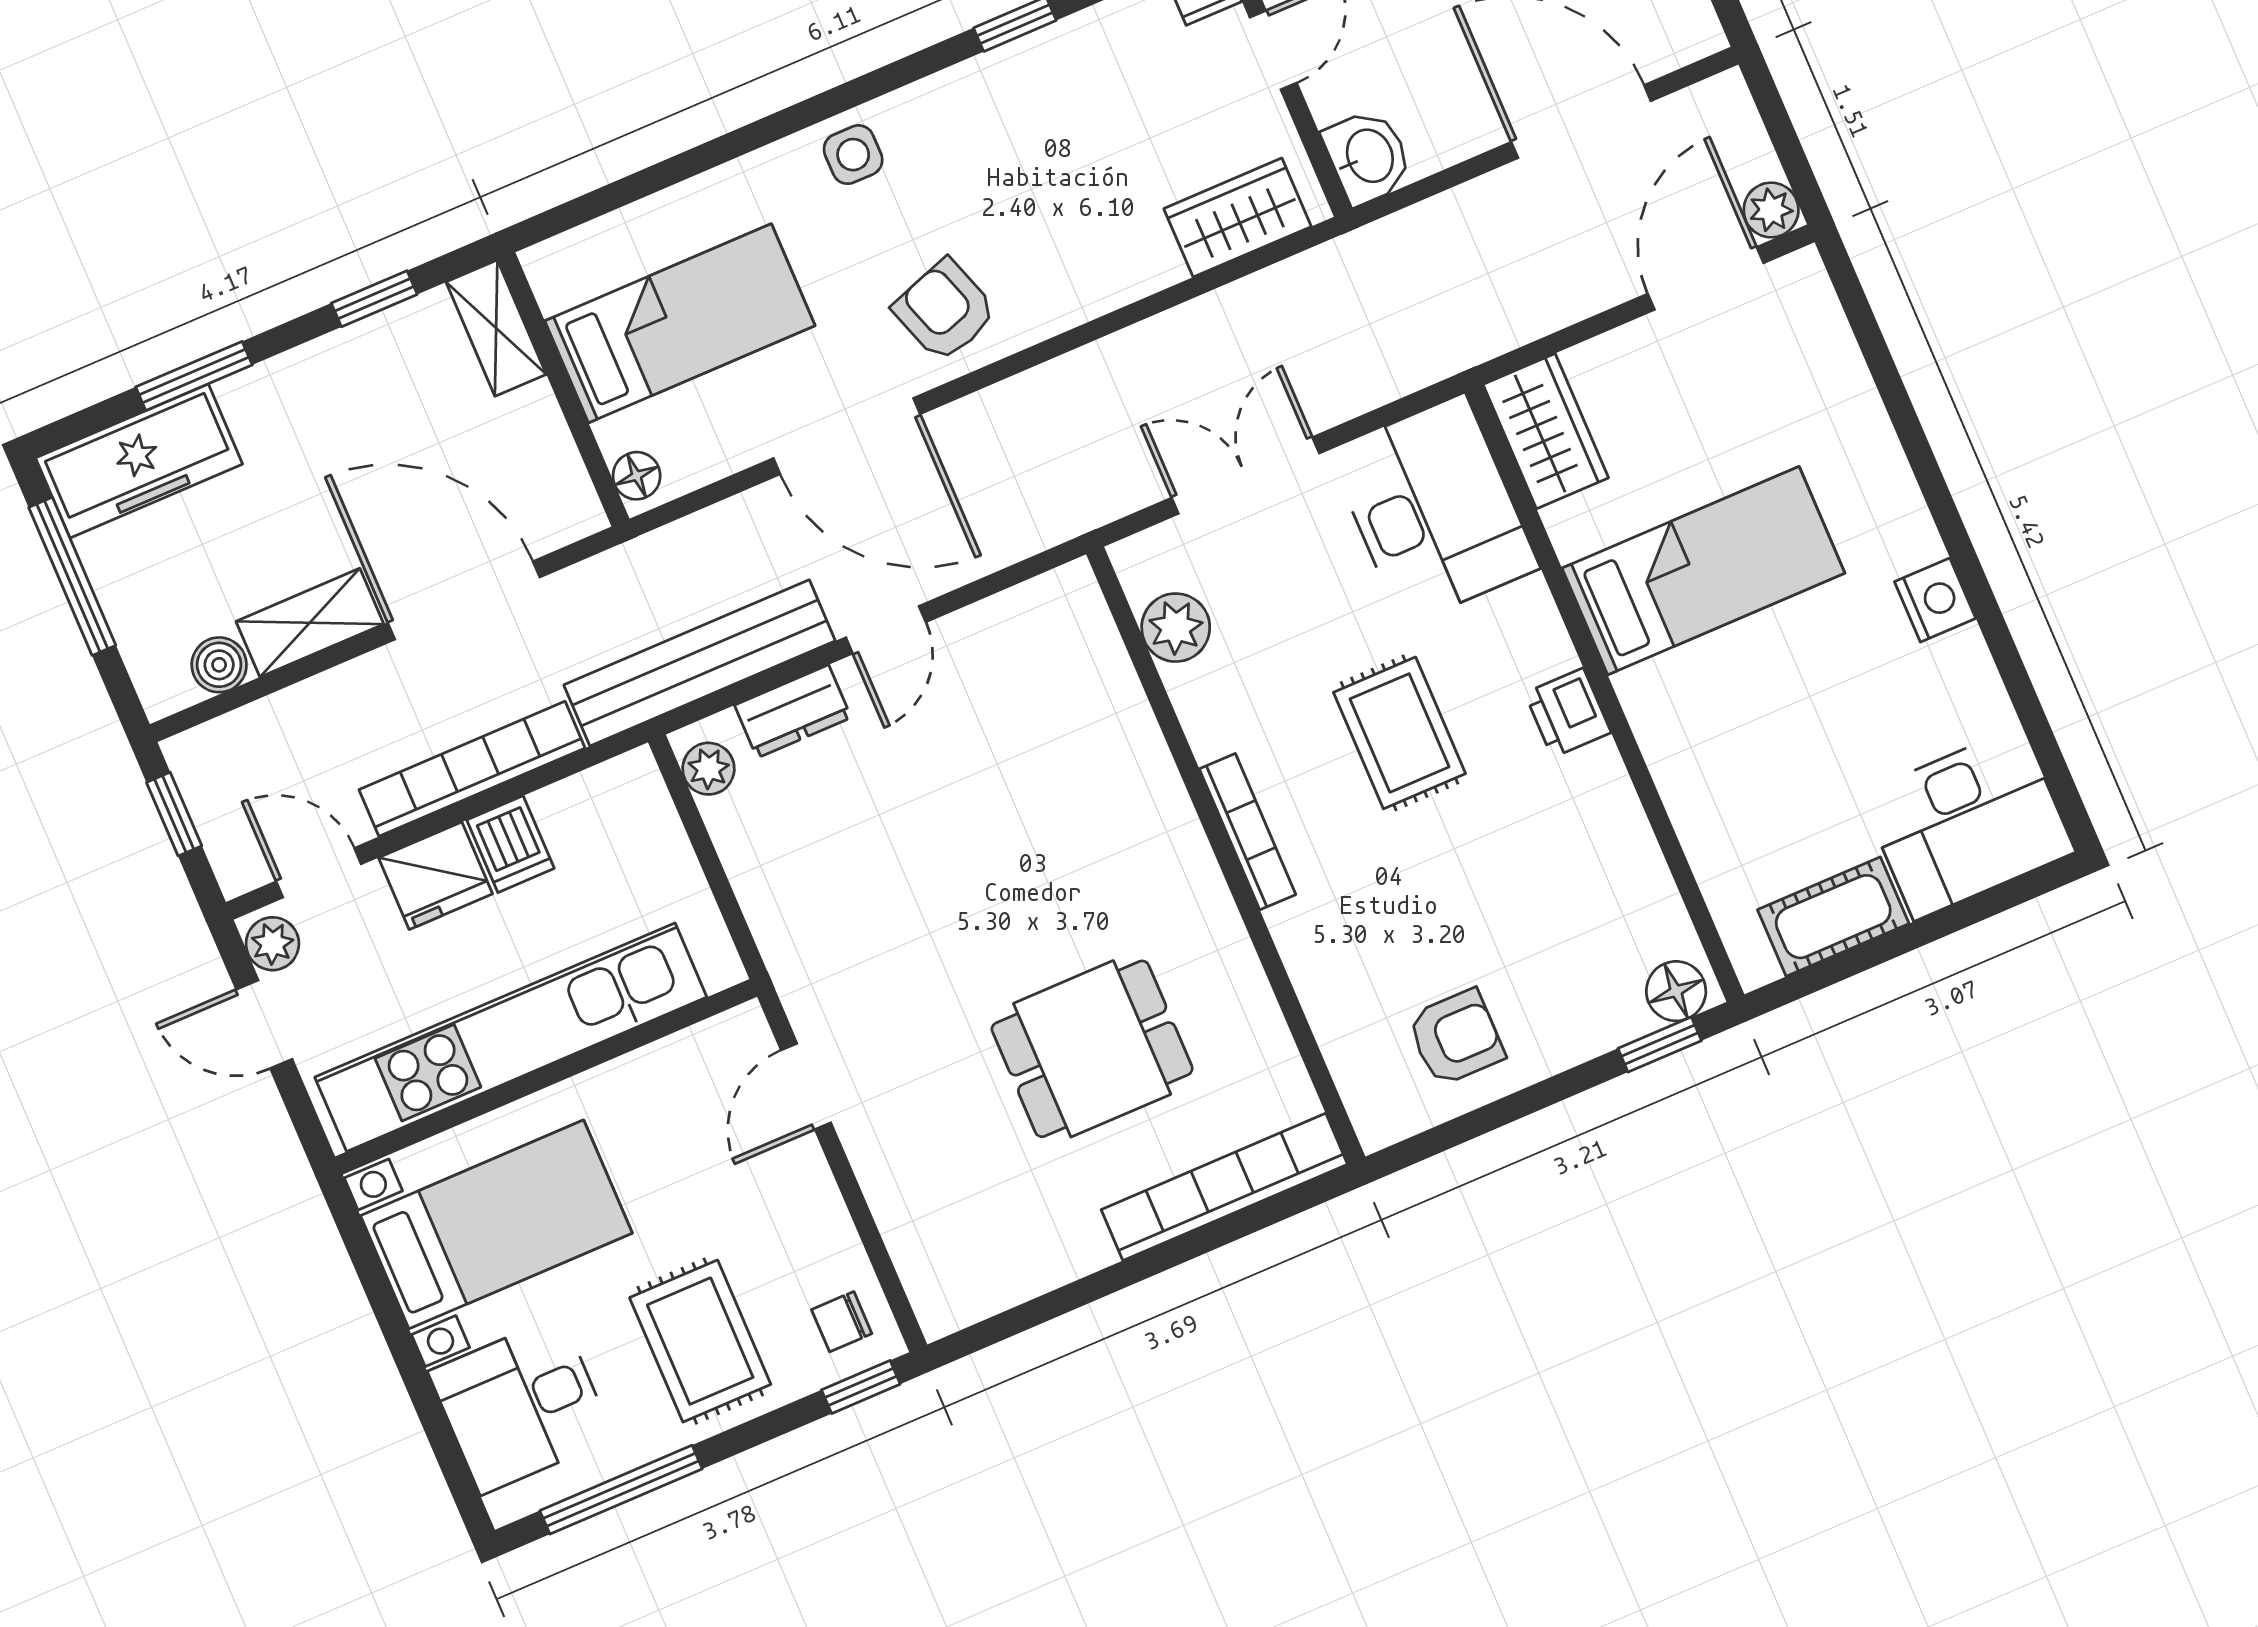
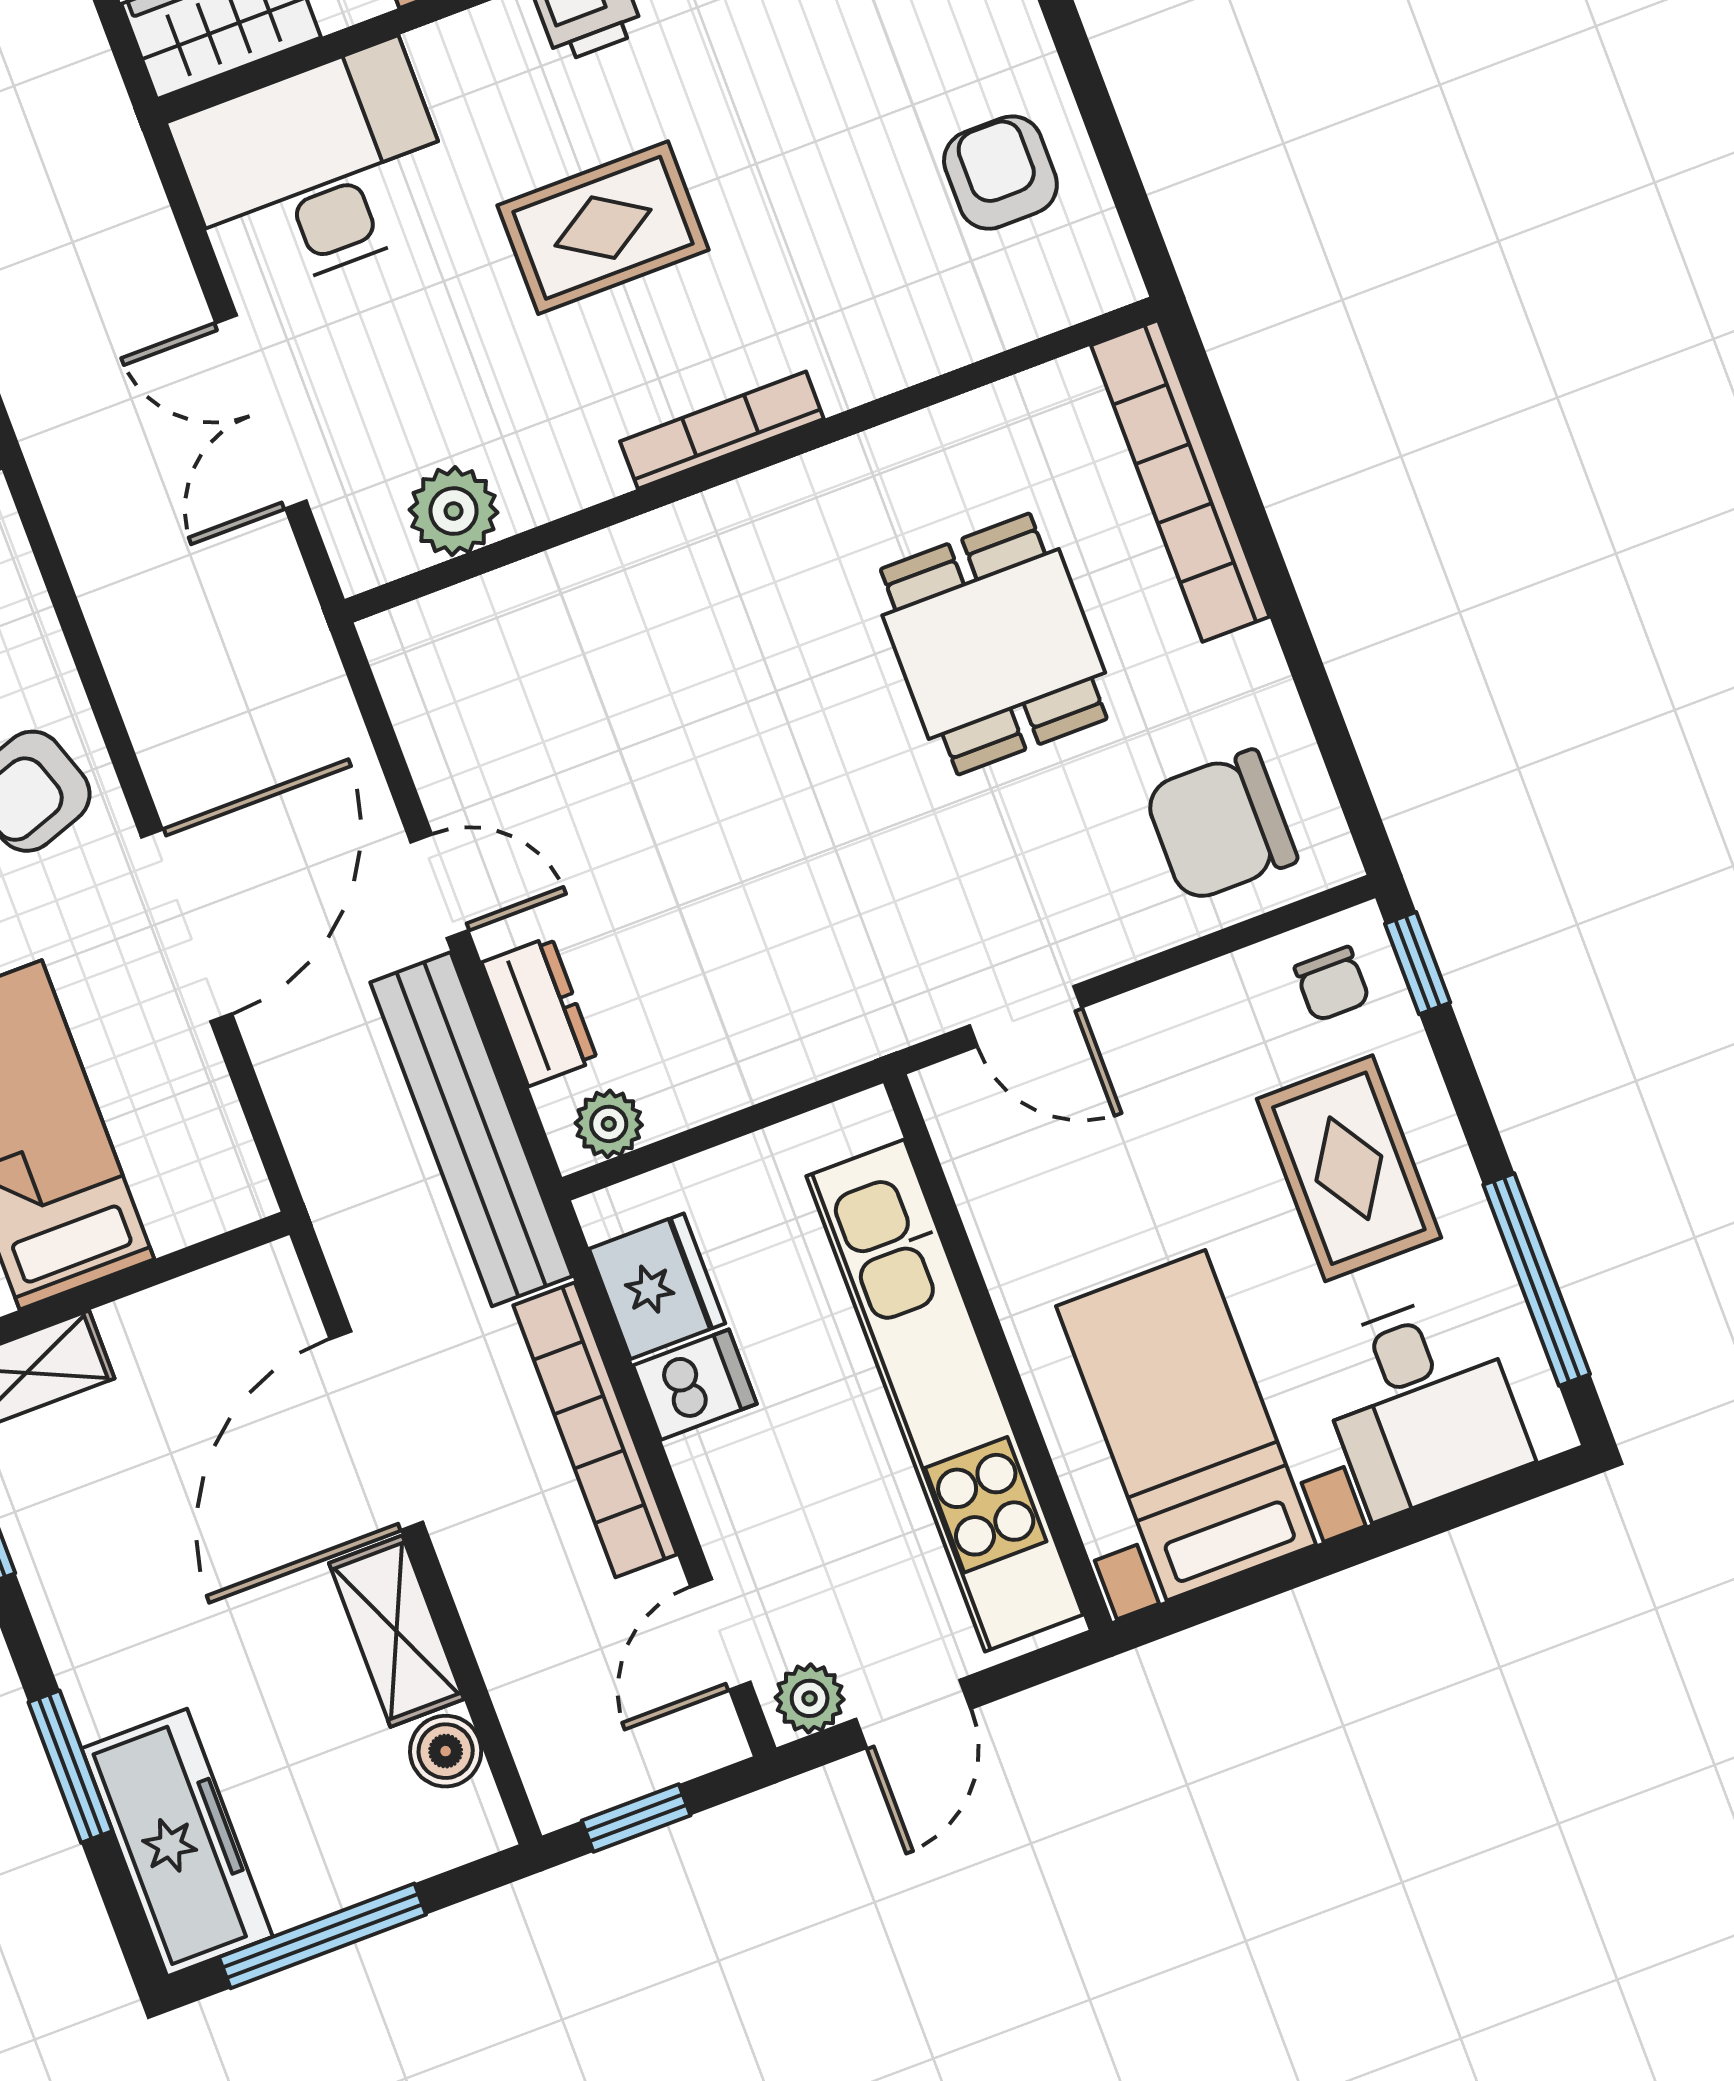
floor lamp: (637, 476) -> (225, 1200), removed
fridge: (436, 876) -> (657, 1286), moved
chair: (960, 1230) -> (1221, 826), added
rug: (700, 1341) -> (1349, 1168), turned 90

